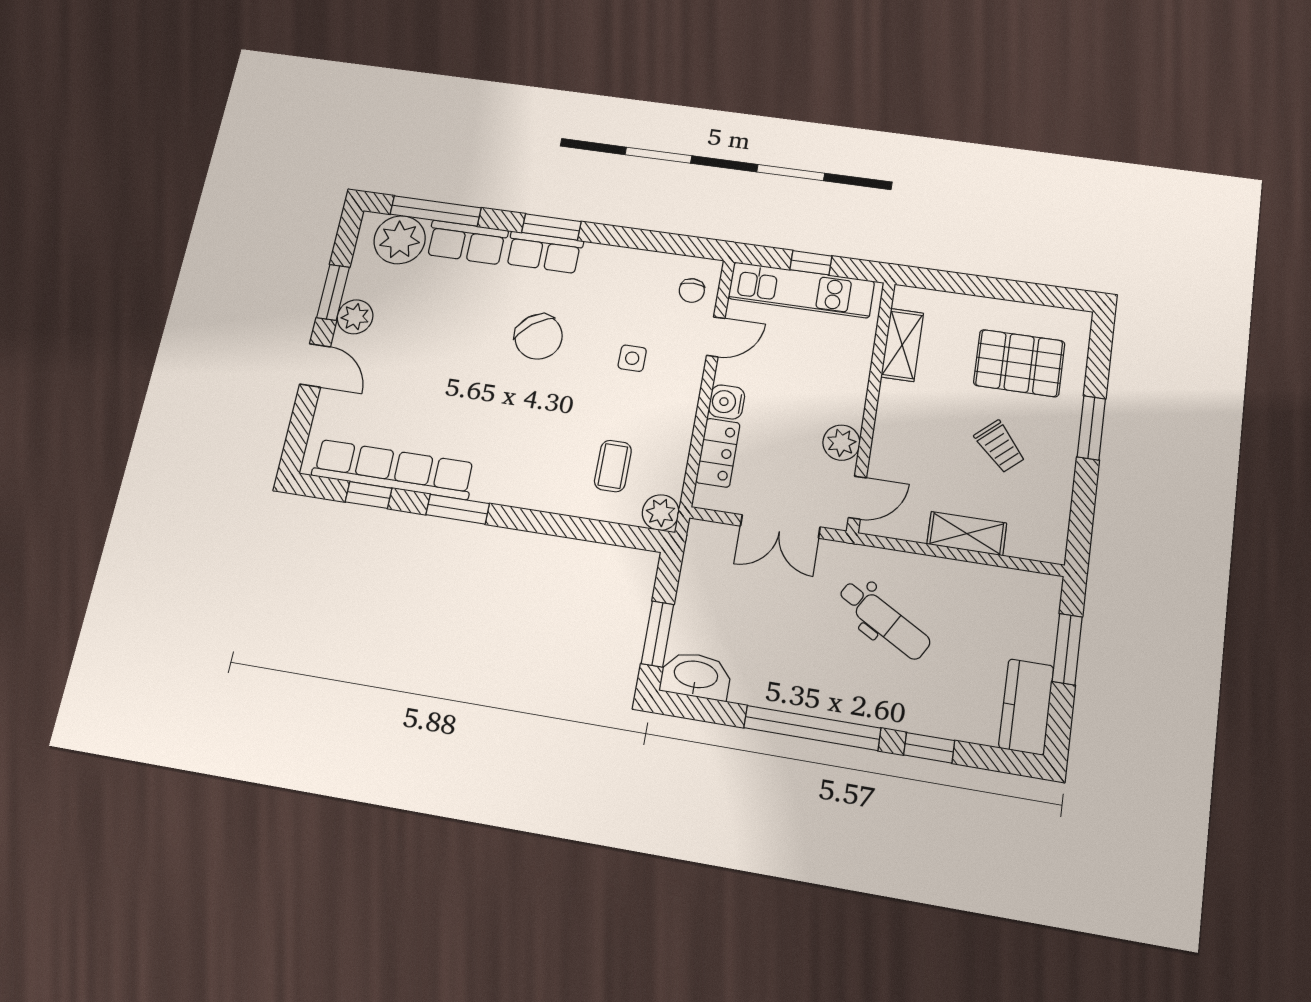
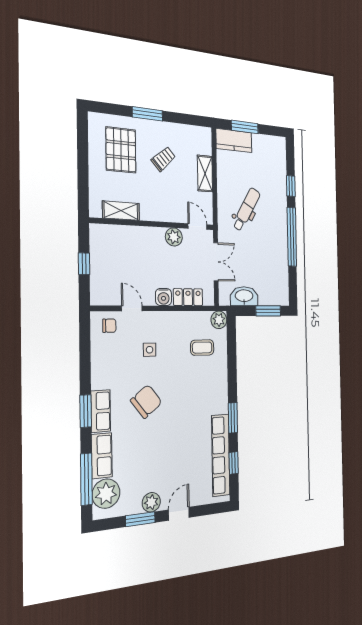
kitchen unit: (801, 290) -> (100, 267), removed
washbasin: (696, 676) -> (244, 296), moved, turned 90
kitchen counter: (1026, 707) -> (234, 141), moved

